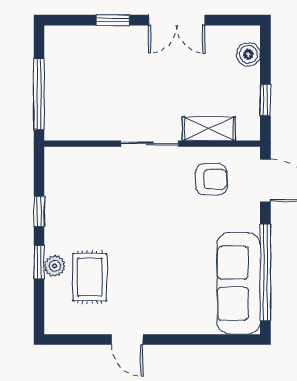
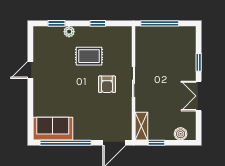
shelving: (209, 129) -> (141, 126), moved
armchair: (211, 179) -> (107, 84), moved
window: (39, 262) -> (57, 23), moved
rug: (90, 277) -> (89, 56), moved
sofa: (239, 283) -> (53, 129), width x0.73

